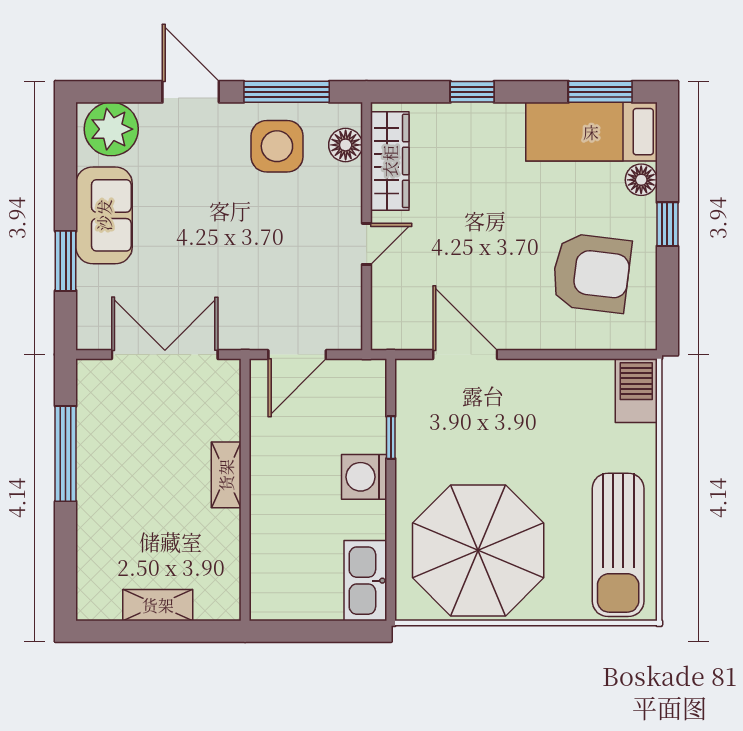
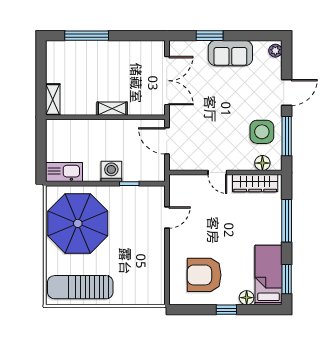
window: (472, 92) -> (287, 221), width x2.17
plant: (111, 129) -> (275, 51), width x0.53, depth x0.53
armchair: (591, 273) -> (204, 275), turned 83
door: (465, 355) -> (167, 217), width x0.73
barbecue: (636, 391) -> (151, 295), removed
window: (66, 454) -> (87, 36), moved
shelving: (158, 605) -> (53, 100), moved

